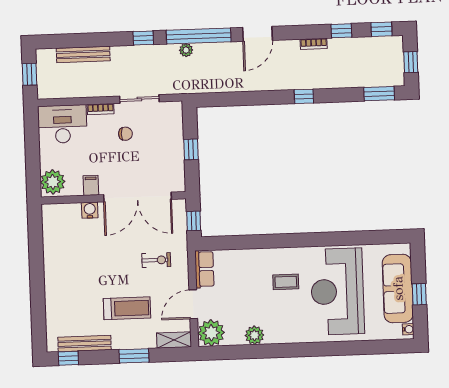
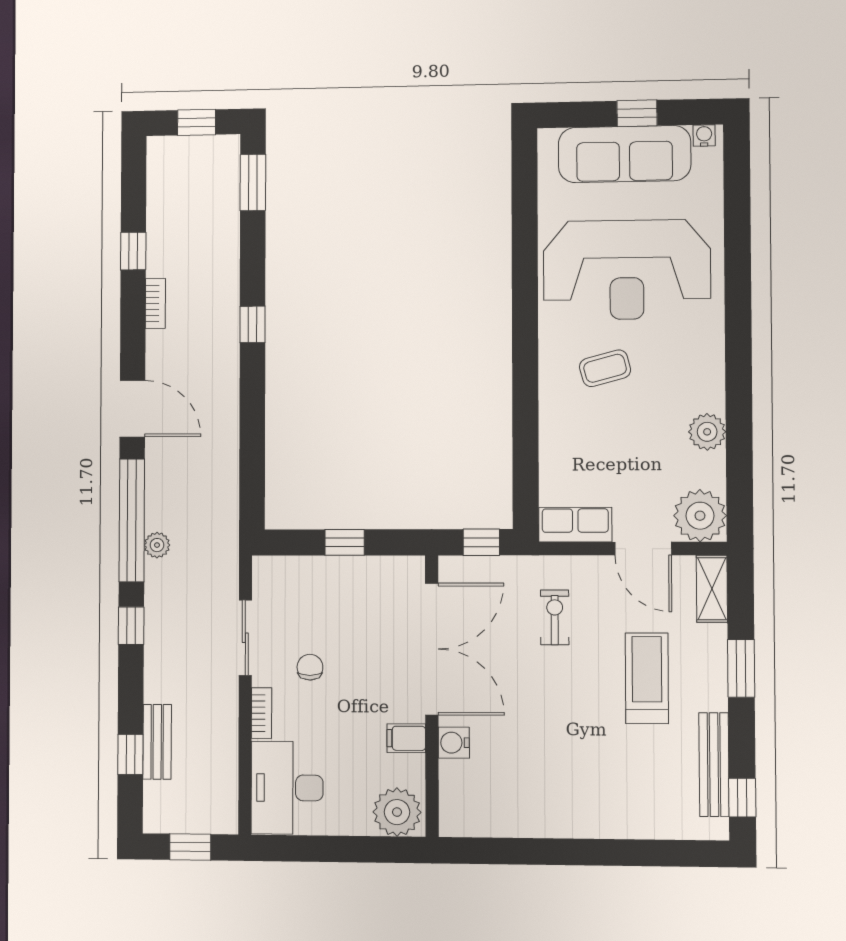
window: (381, 29) -> (130, 754), moved
bench: (83, 54) -> (157, 742), width x0.73
coffee table: (286, 282) -> (605, 368), turned 75

